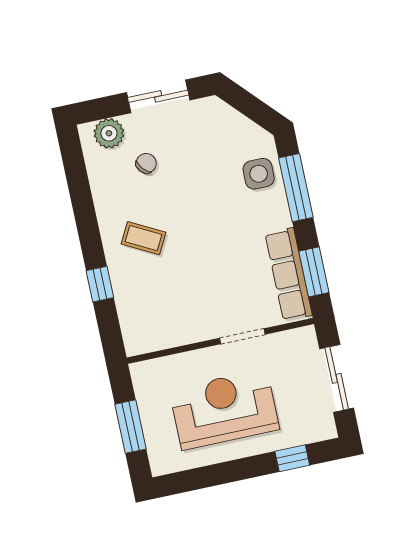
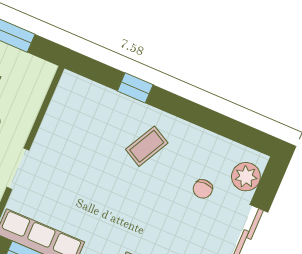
chair: (146, 163) -> (203, 189), turned 41

